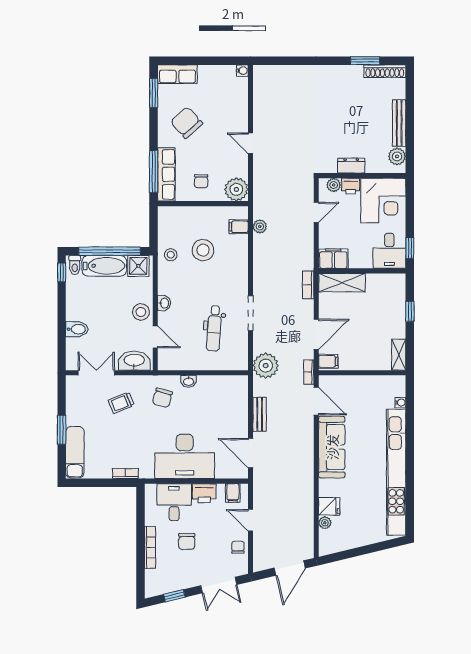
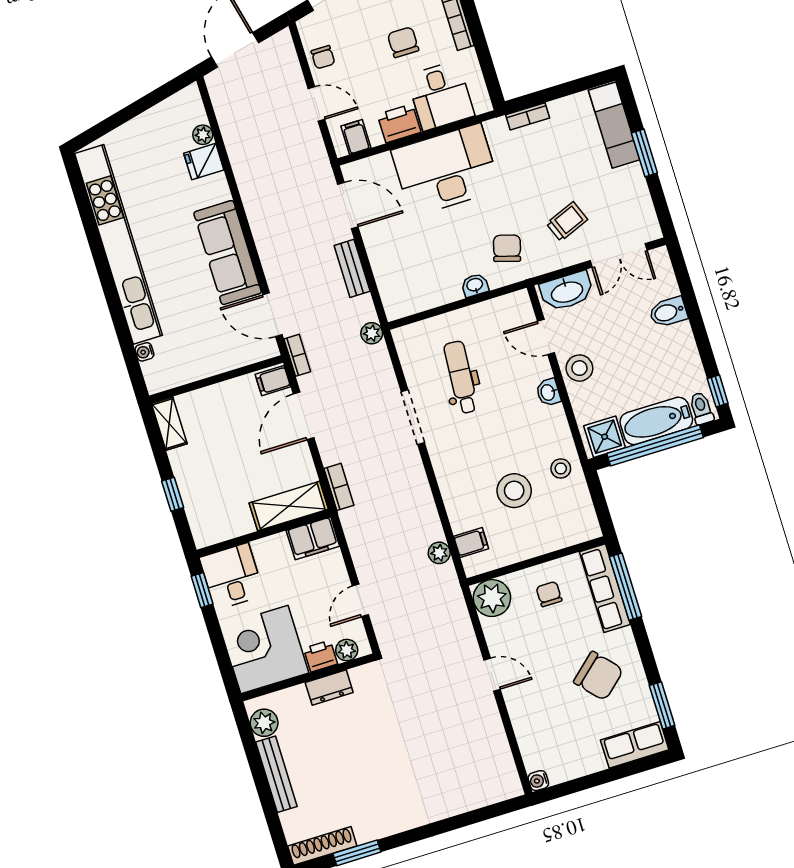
plant: (266, 366) -> (372, 333), width x0.53, depth x0.53

